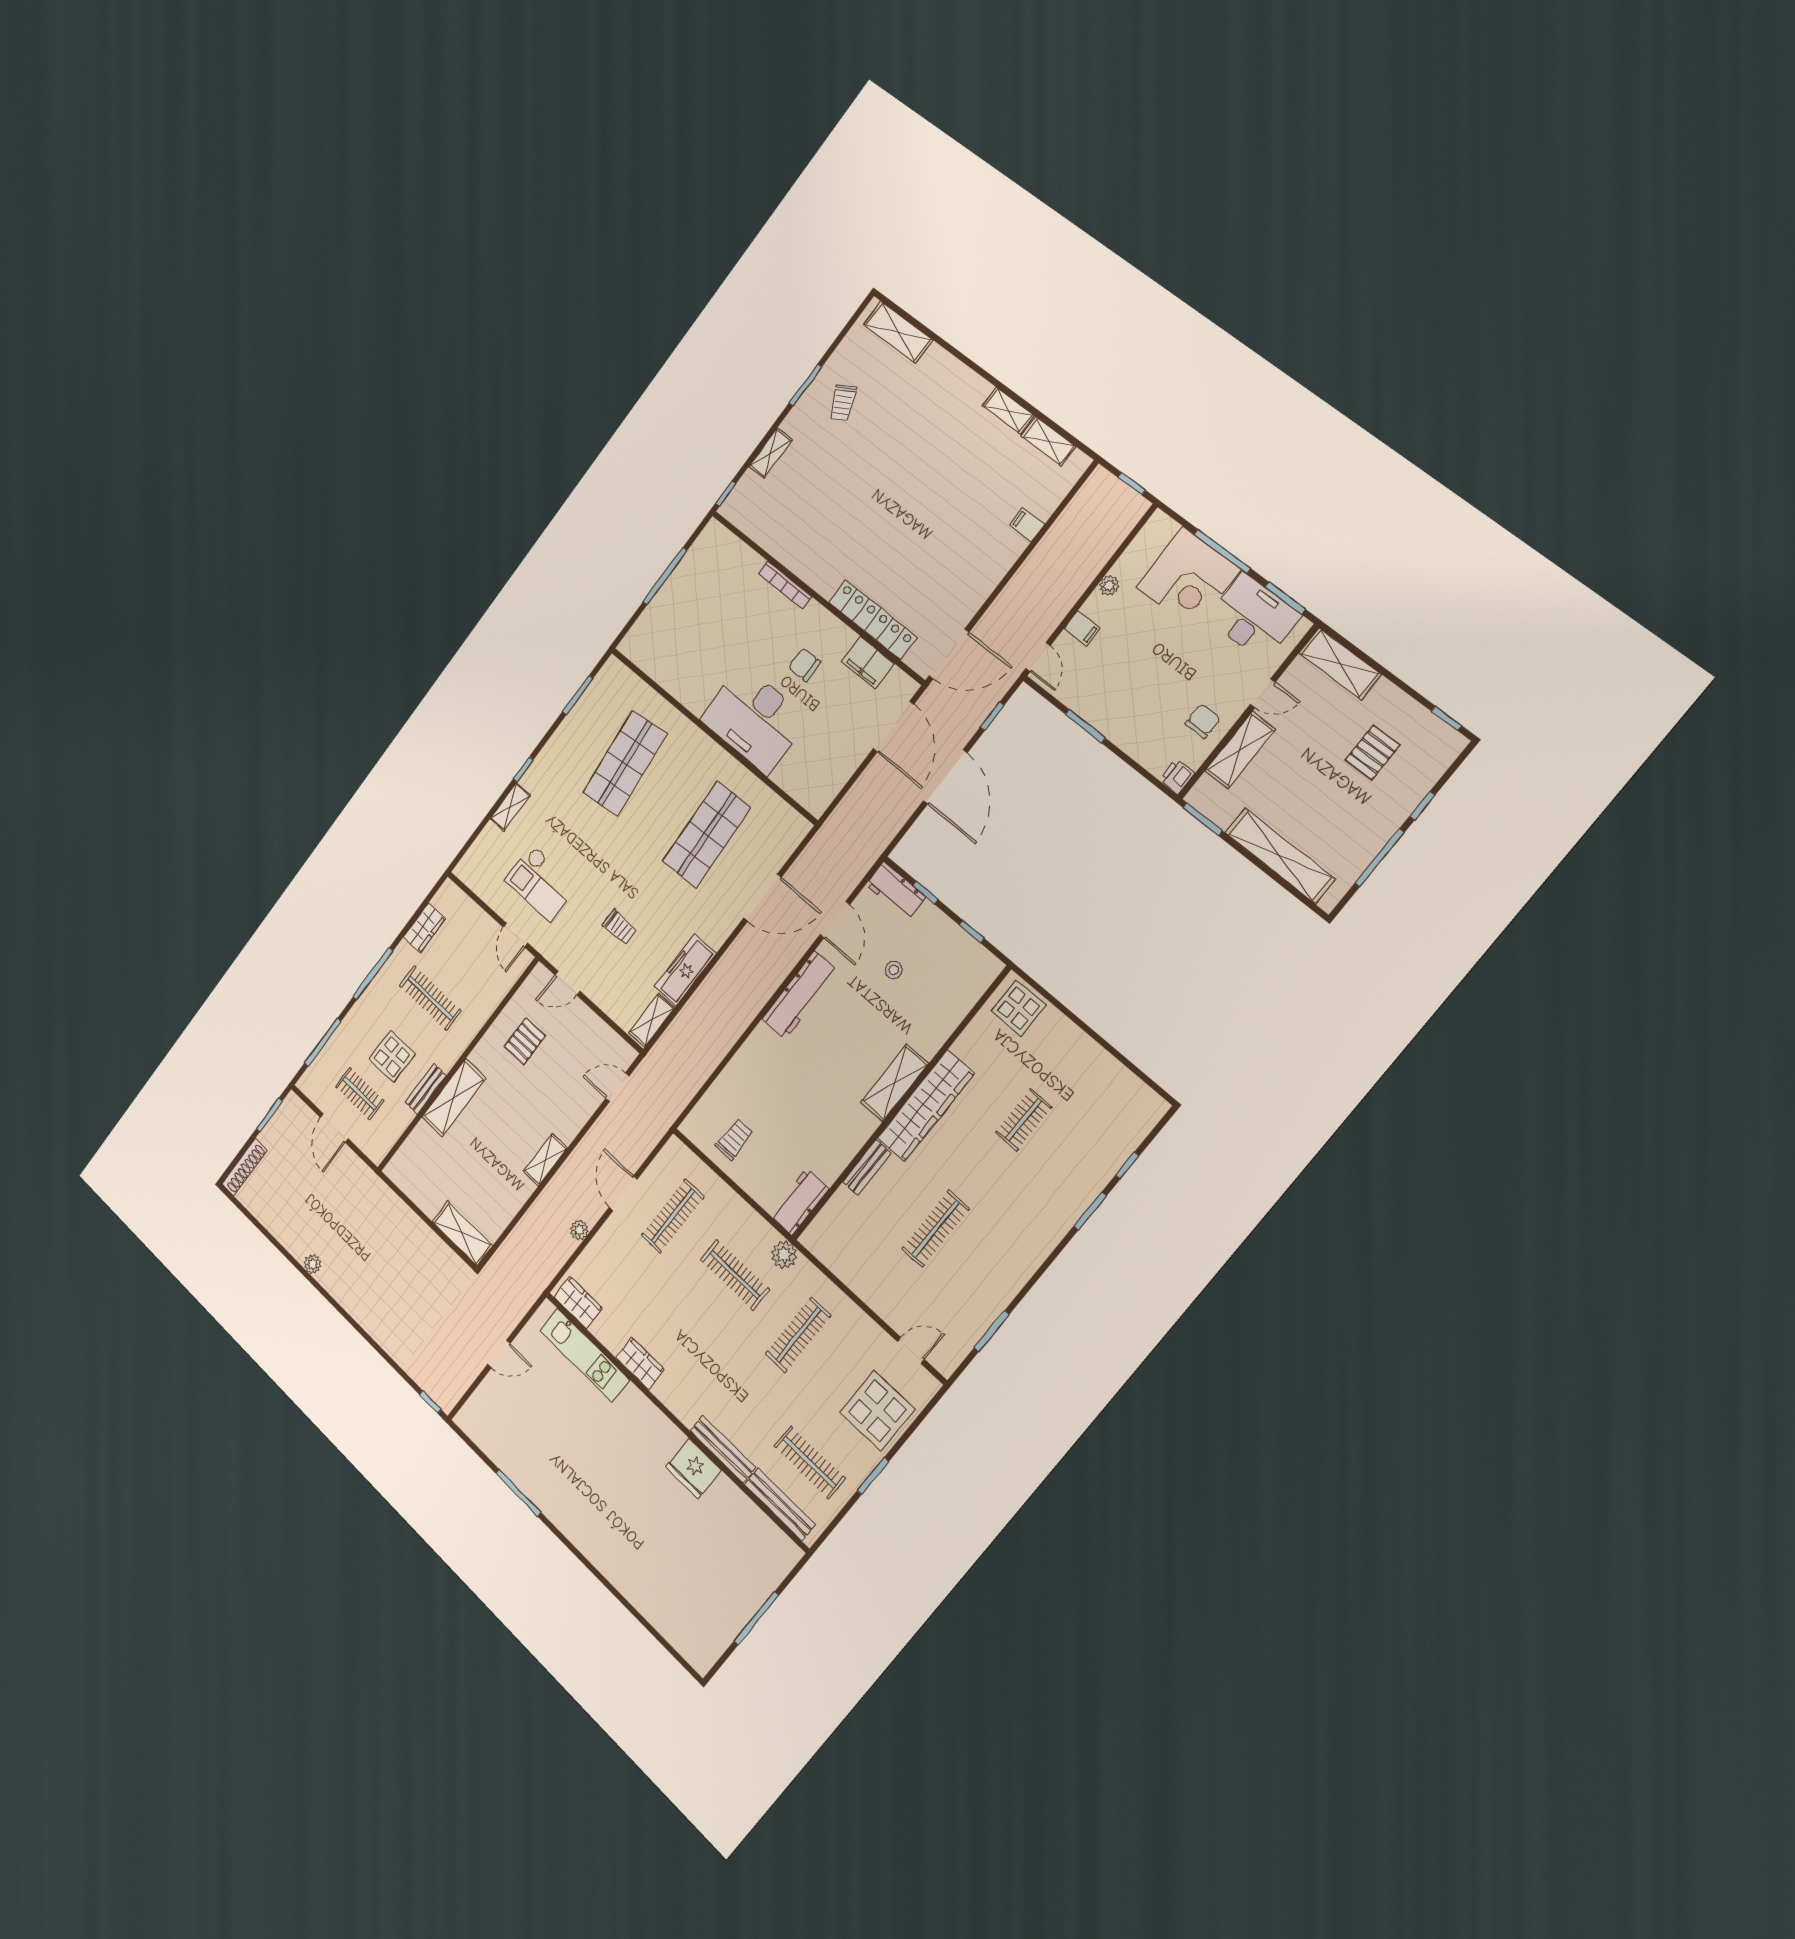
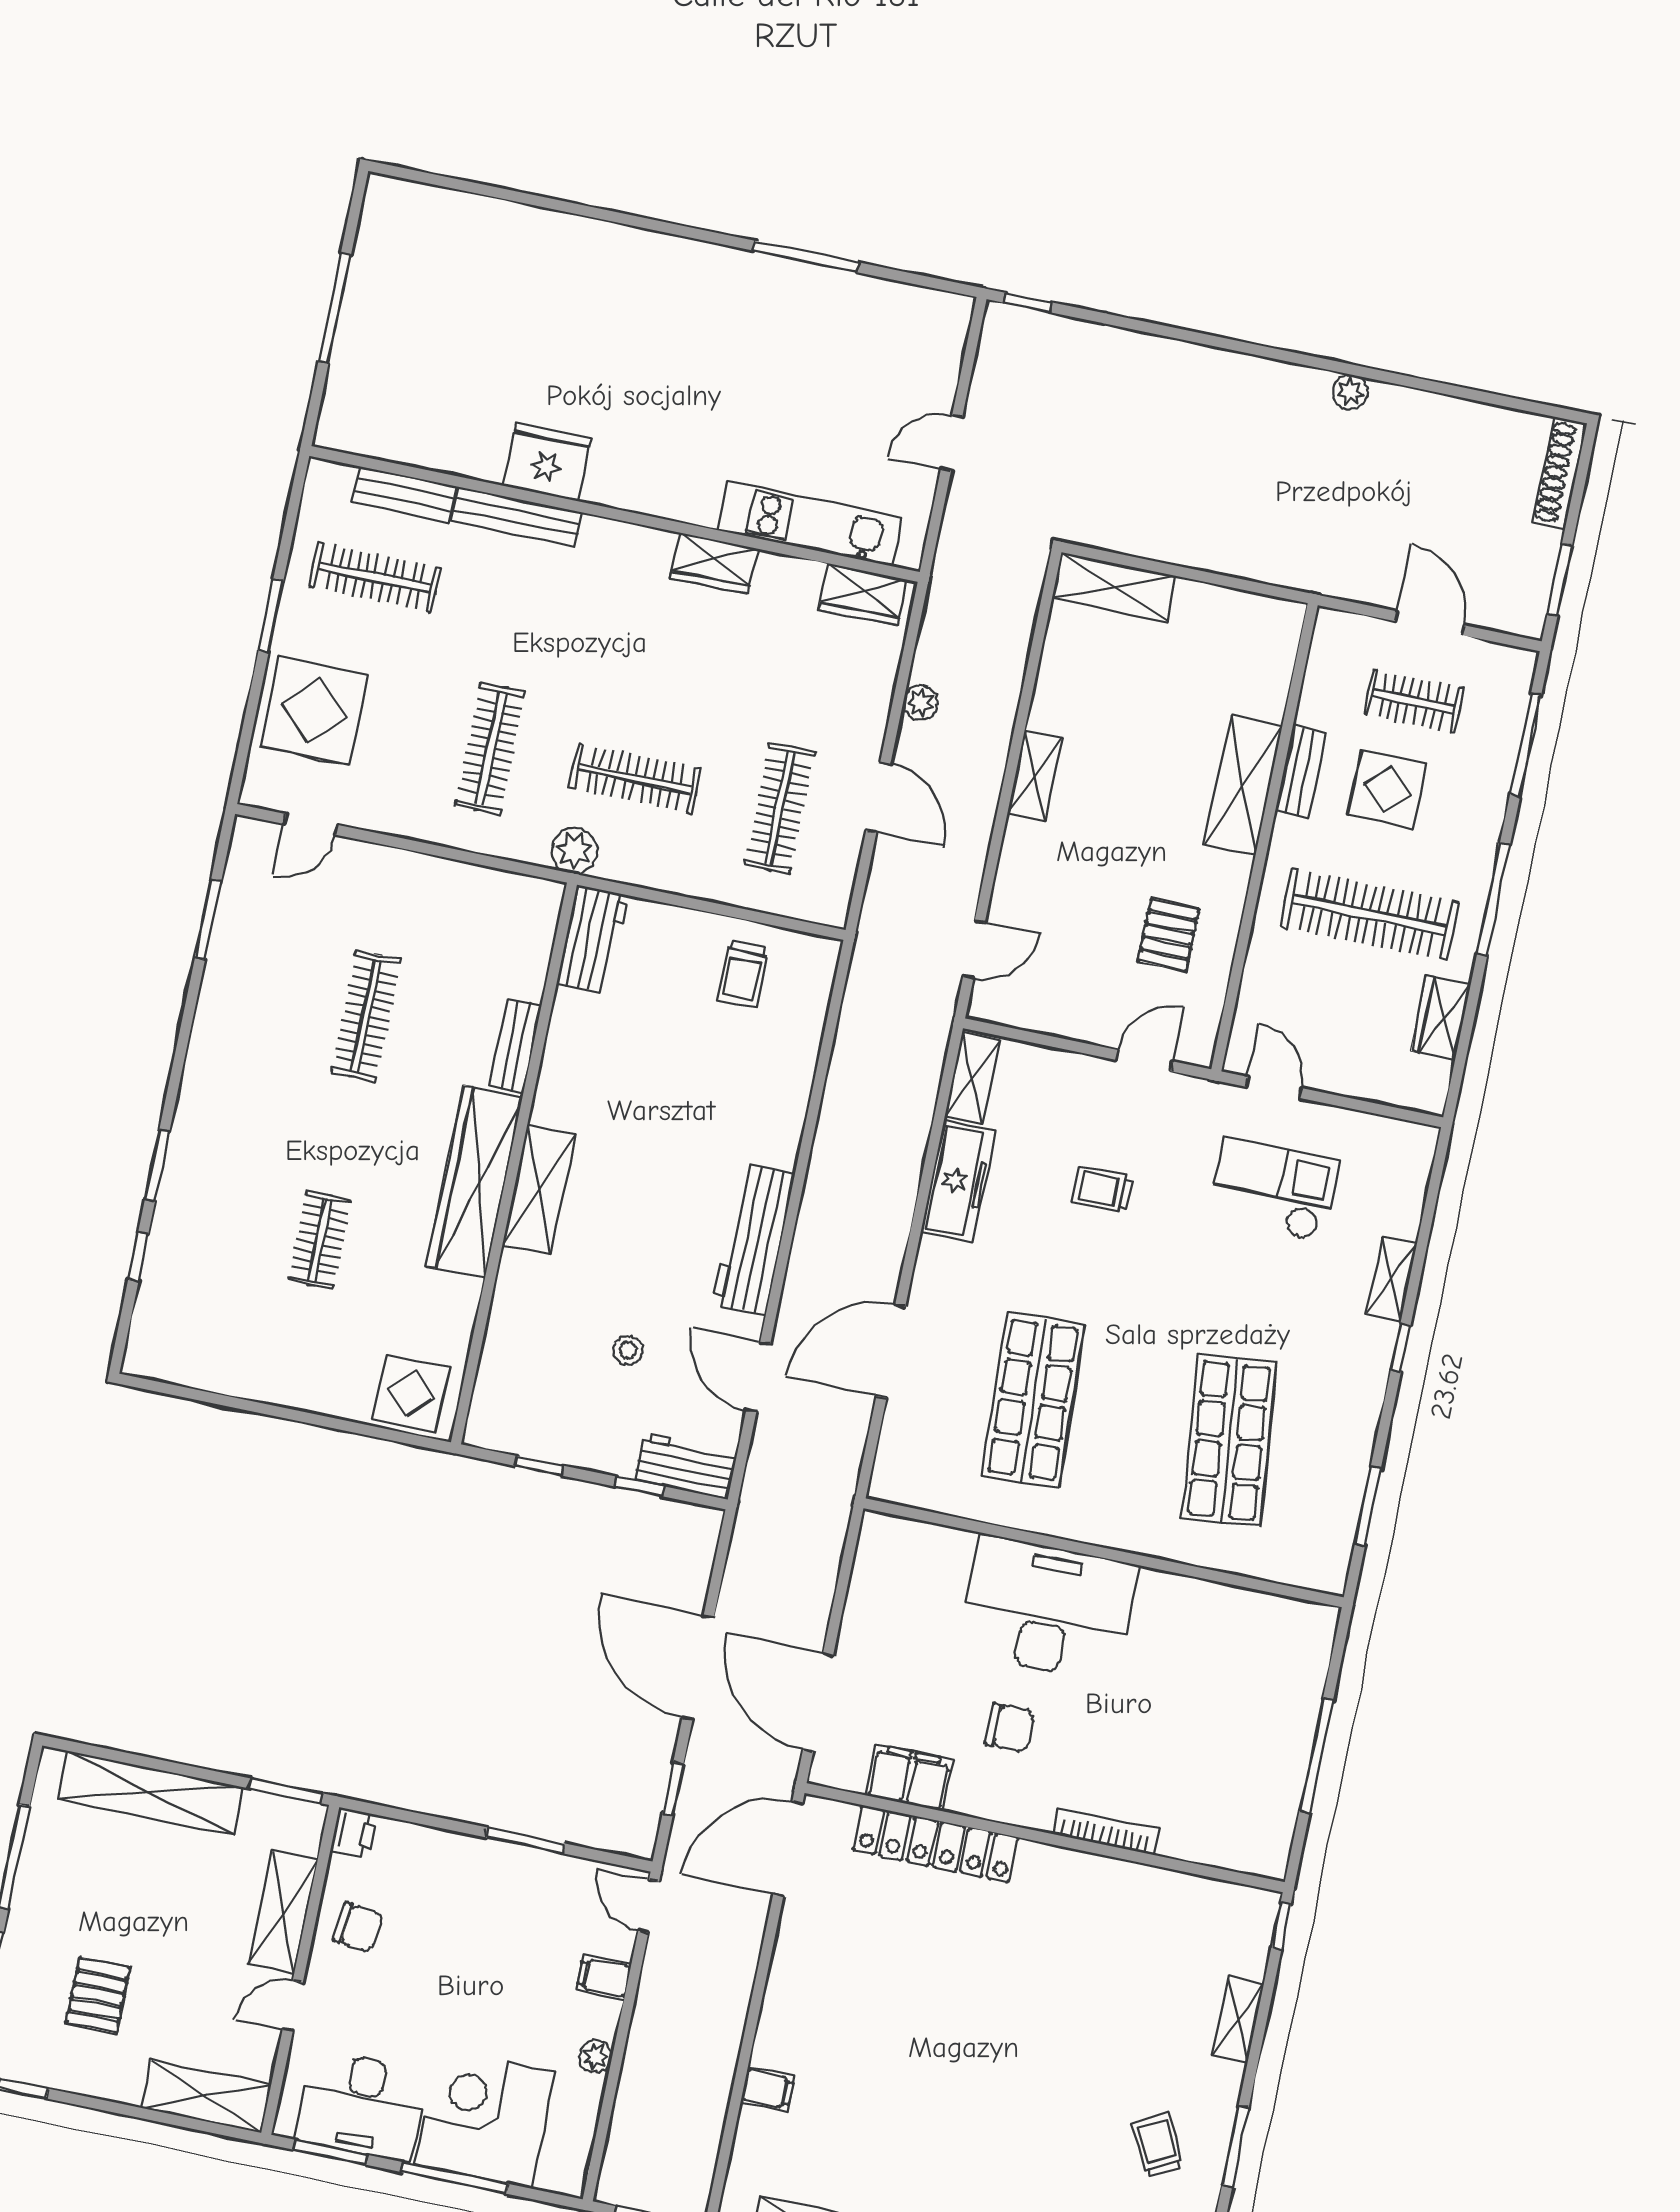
chair: (1203, 721) -> (358, 1927), turned -84
clothes rail: (430, 998) -> (1369, 915), width x1.37, depth x1.31
bench: (780, 1505) -> (404, 494), width x0.73

